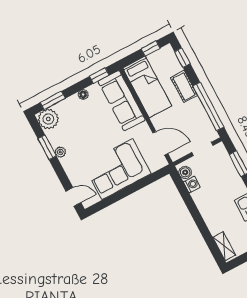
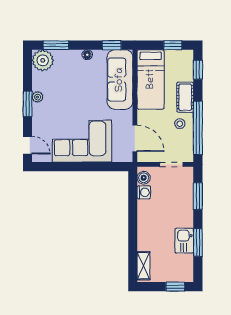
stool: (191, 111) -> (180, 124), added
window: (47, 147) -> (28, 104), moved

